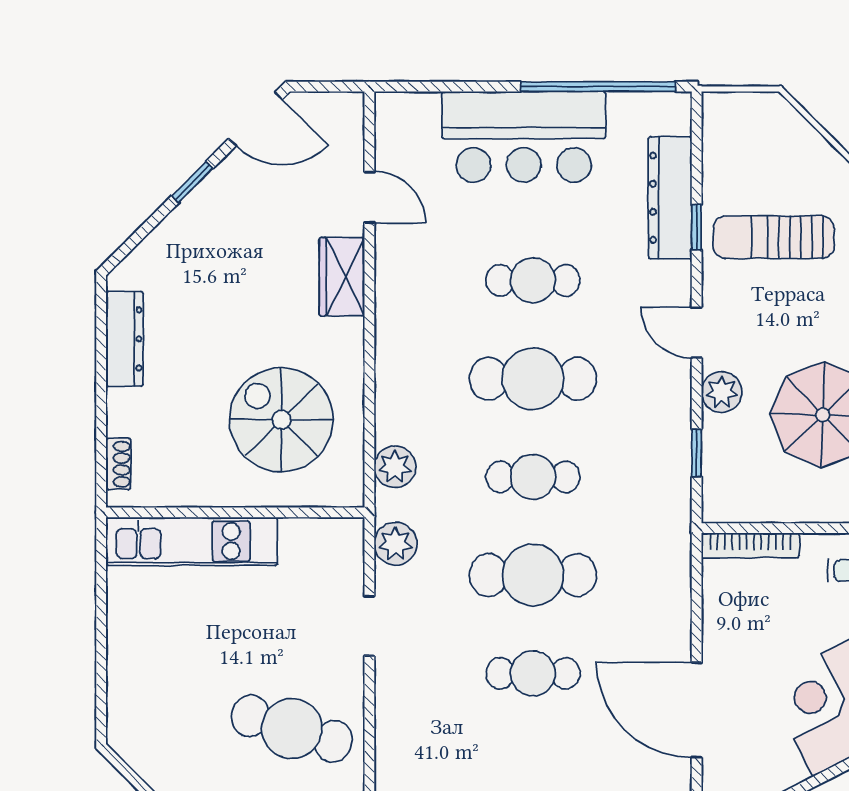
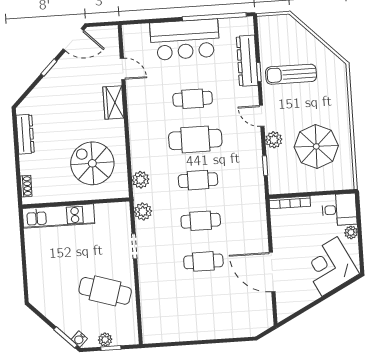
cafe table: (533, 575) -> (201, 221), width x0.73, depth x0.74

